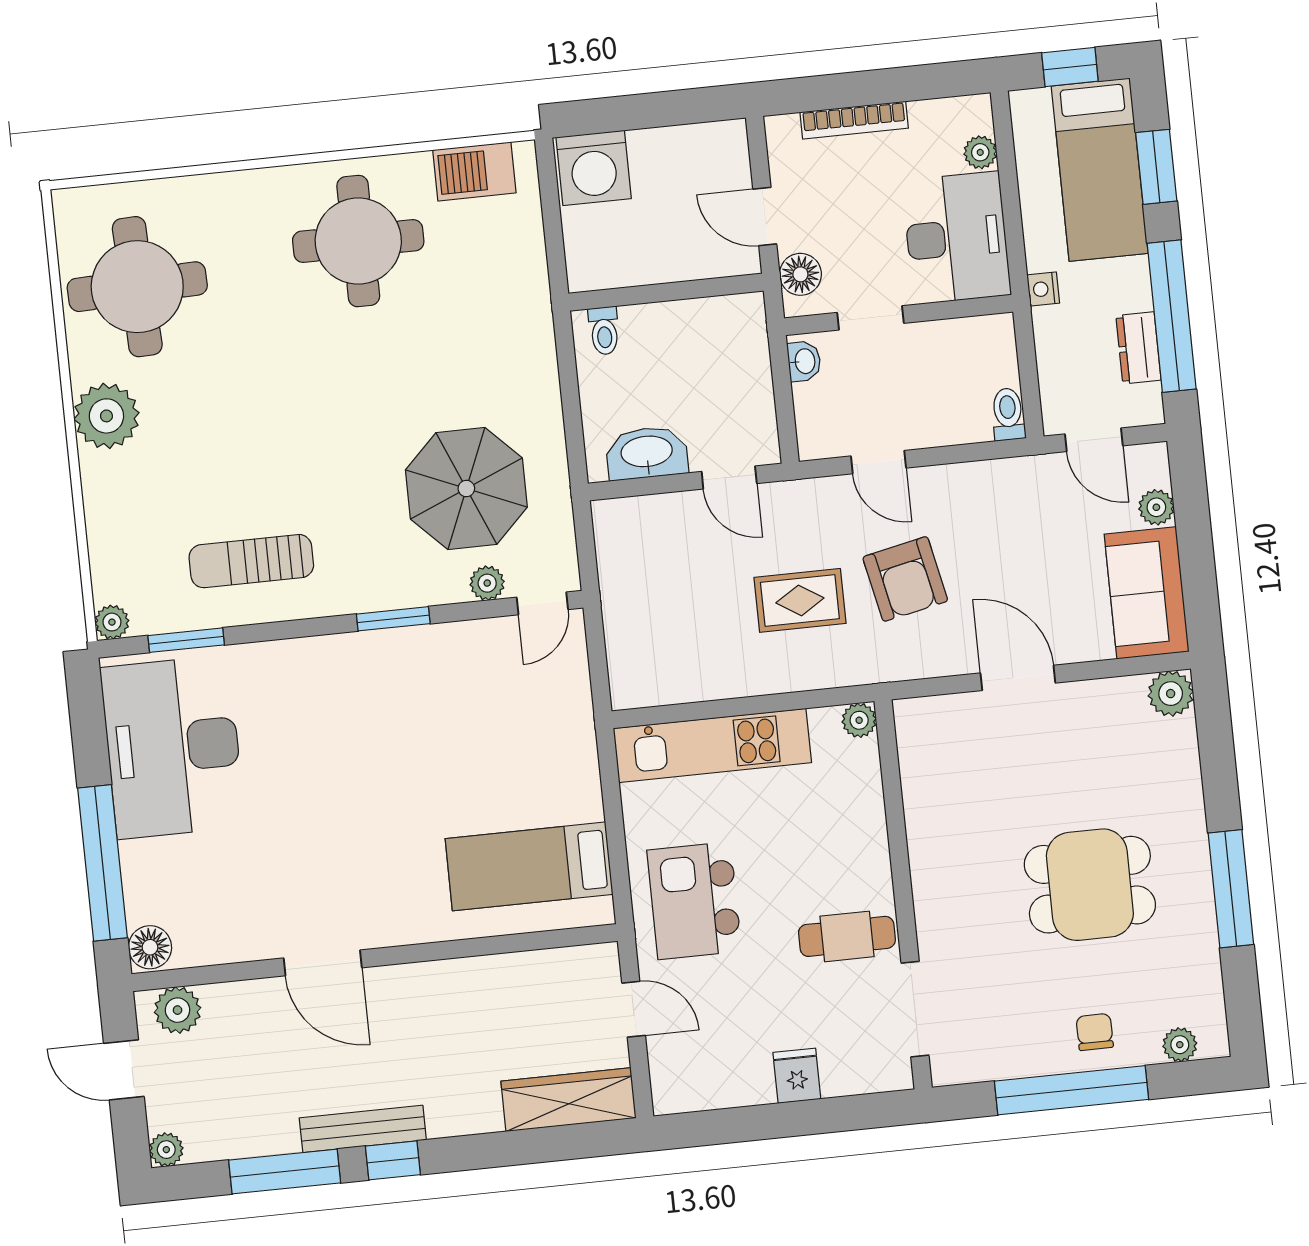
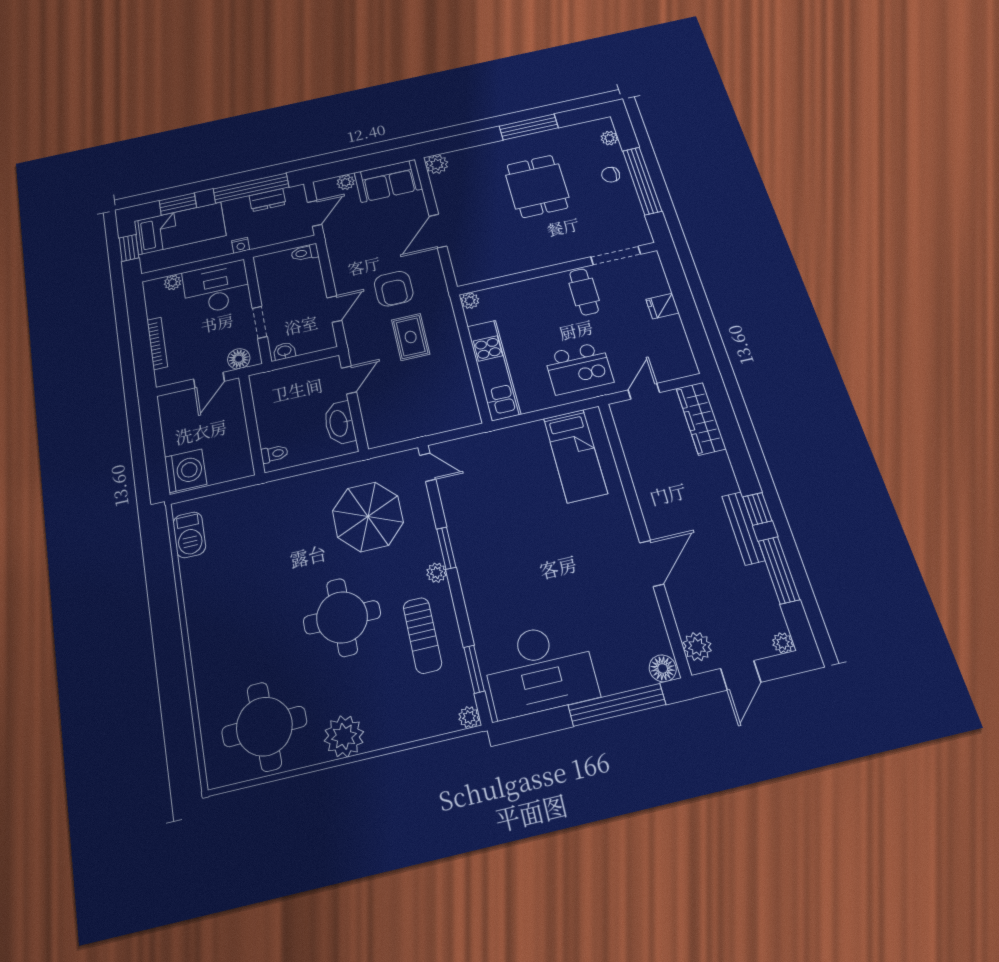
round table: (358, 241) -> (342, 617), moved
armchair: (905, 579) -> (394, 289), turned 102
plant: (487, 583) -> (437, 573), moved

